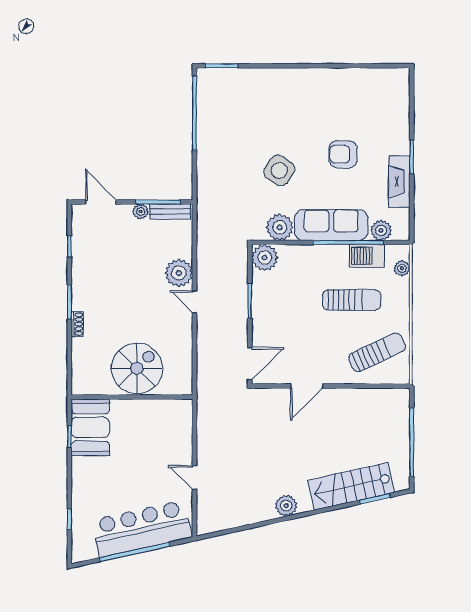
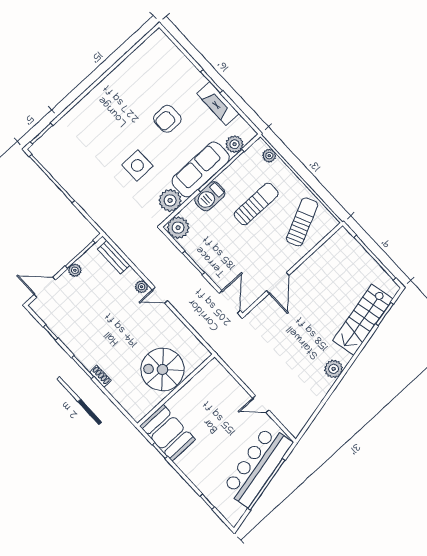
side table: (279, 171) -> (137, 165), turned -33
bench: (170, 212) -> (114, 257), moved, turned 90
barbecue: (367, 256) -> (210, 196), moved
plant: (179, 273) -> (141, 287), width x0.53, depth x0.53
spiral stairs: (137, 368) -> (162, 370), turned -90

